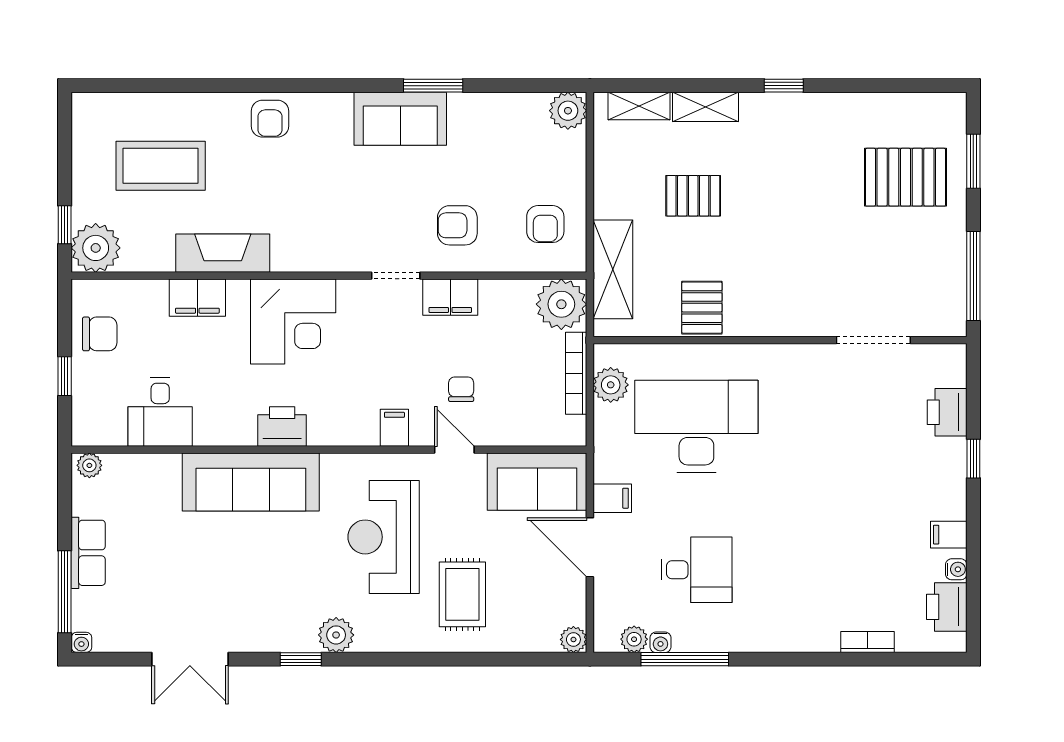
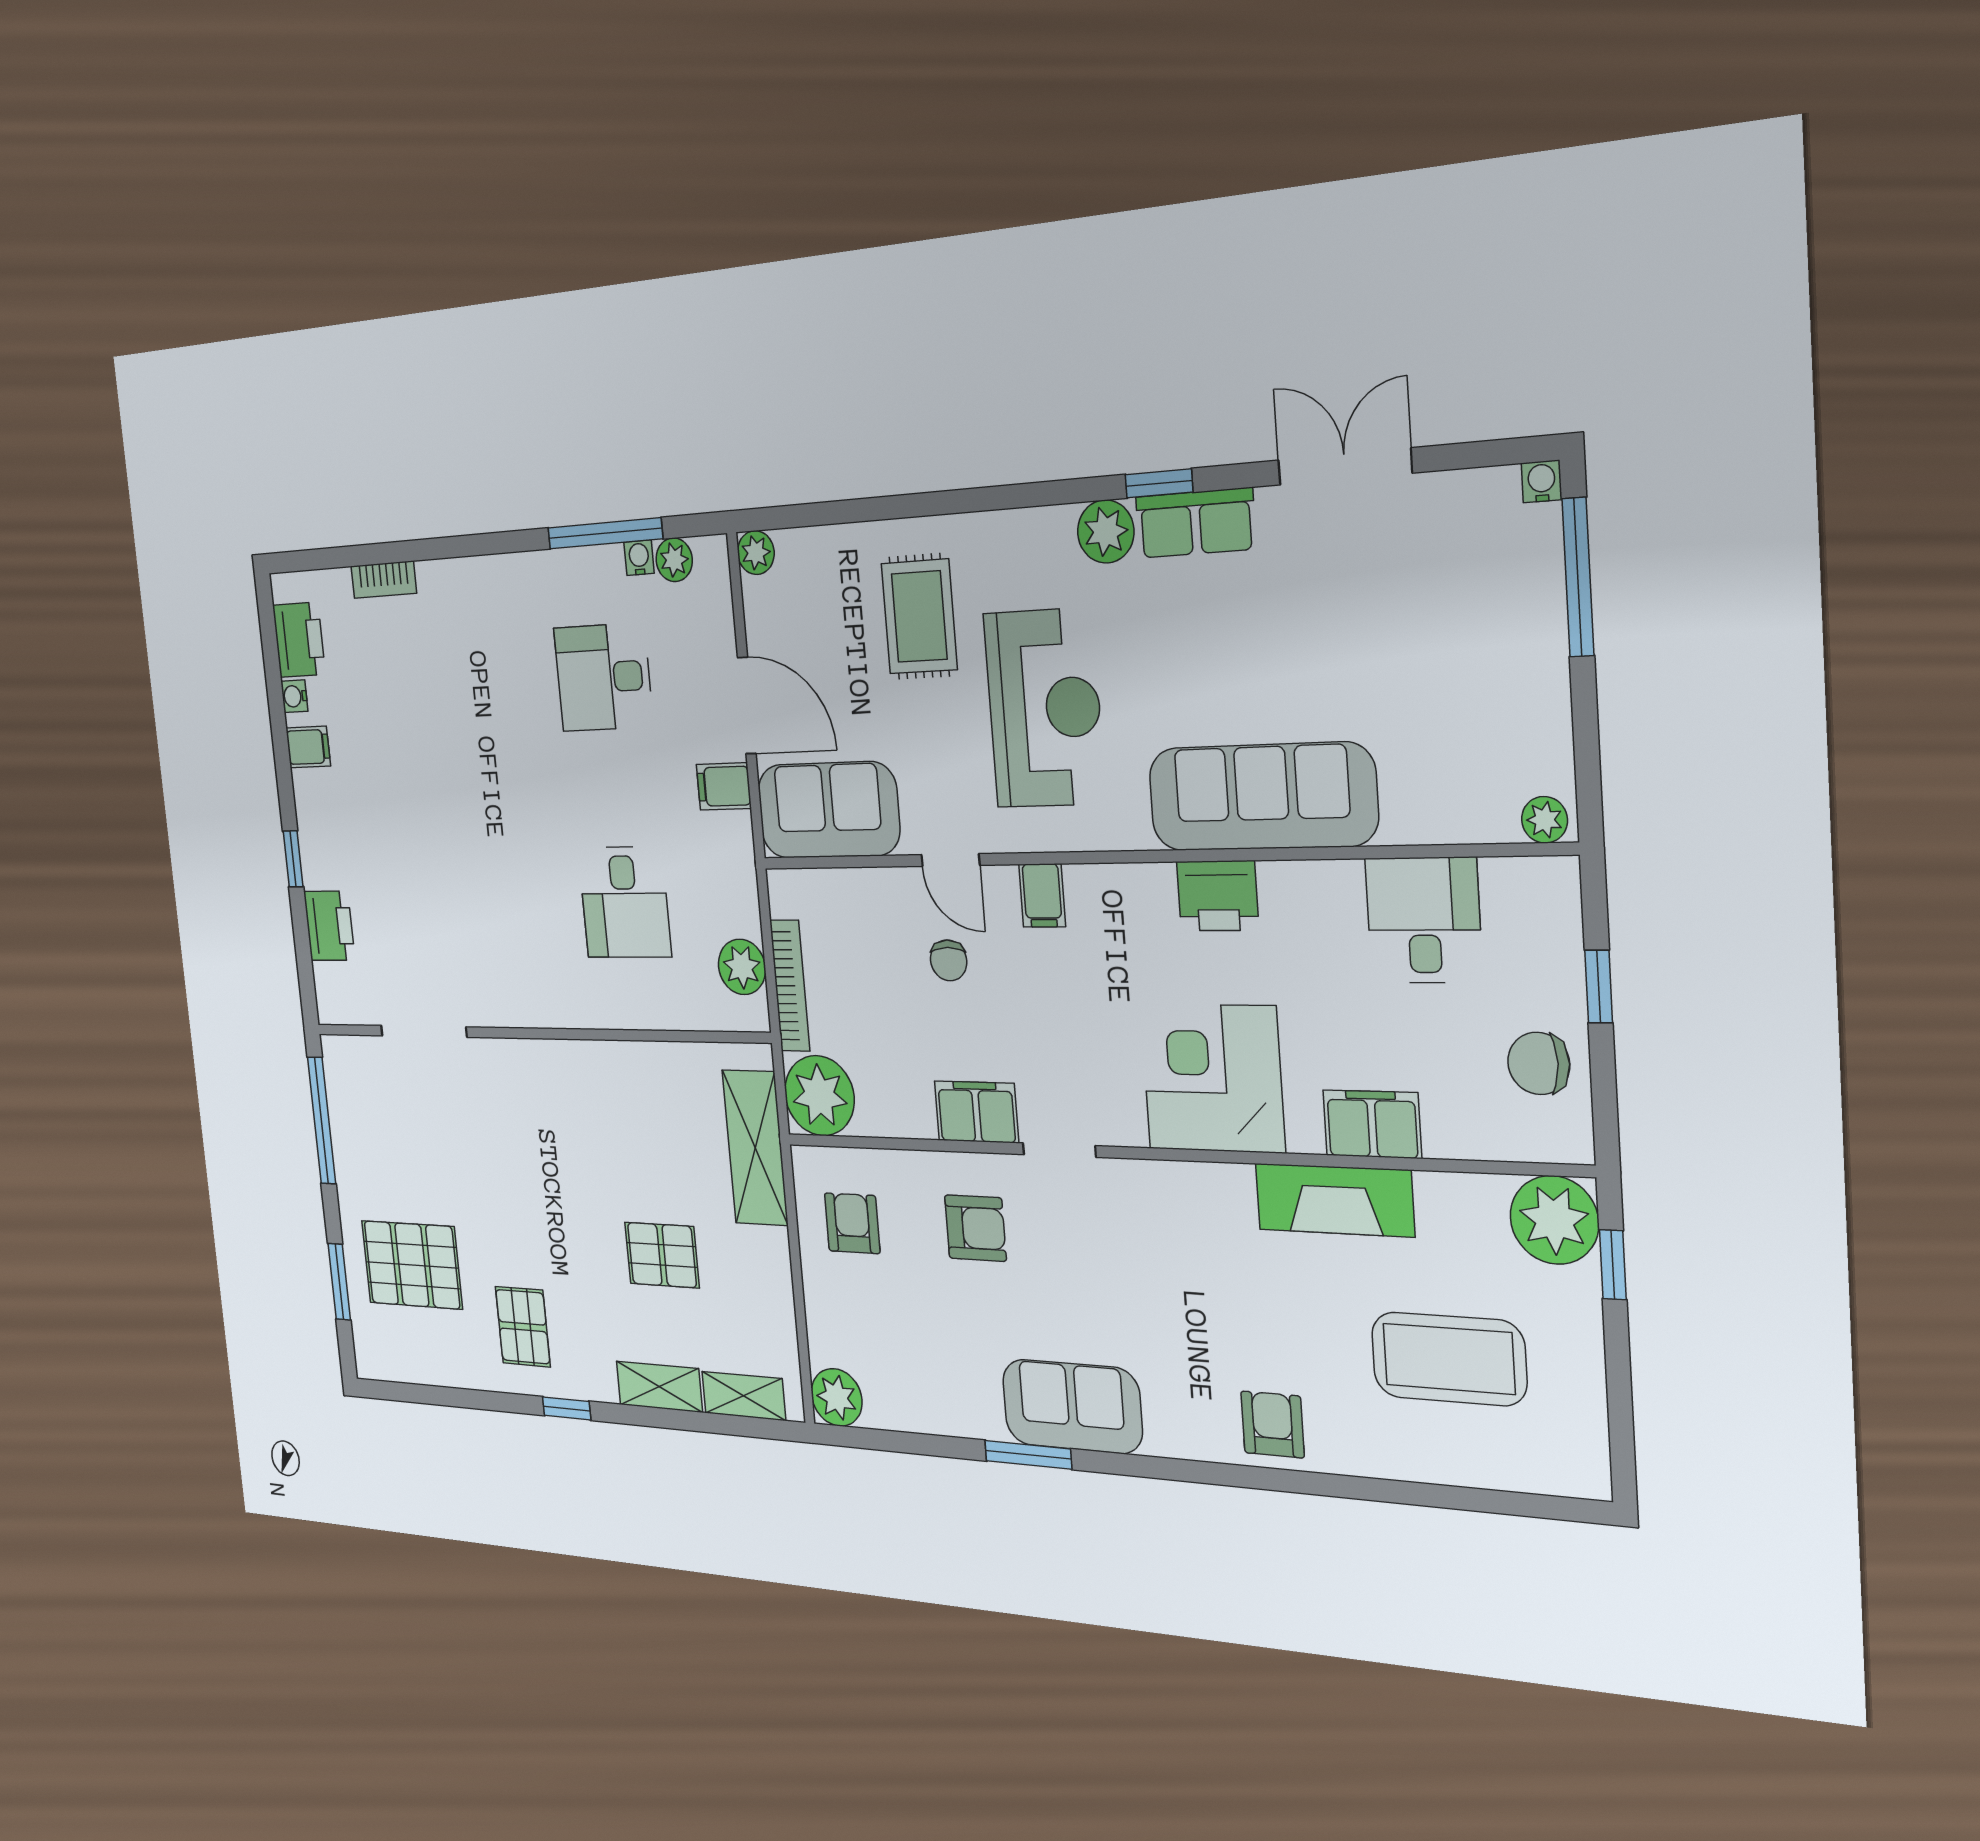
pallet: (702, 308) -> (523, 1327), moved
desk: (696, 426) -> (625, 902), width x0.53, depth x0.77
row of seats: (88, 553) -> (1196, 523), moved, turned -90

